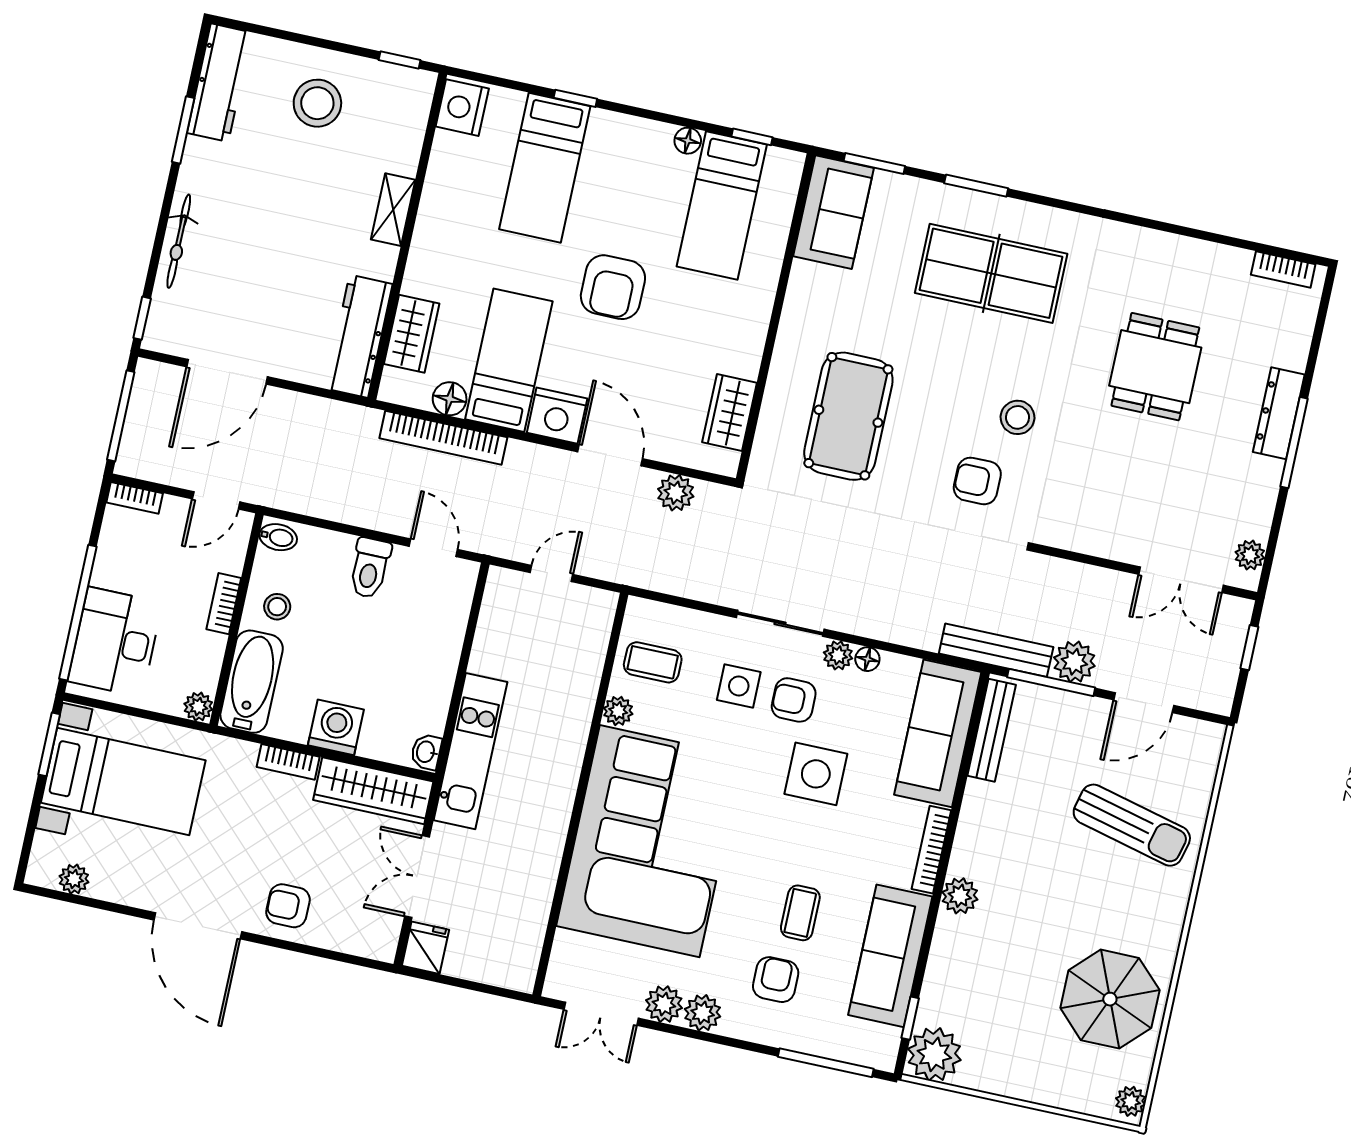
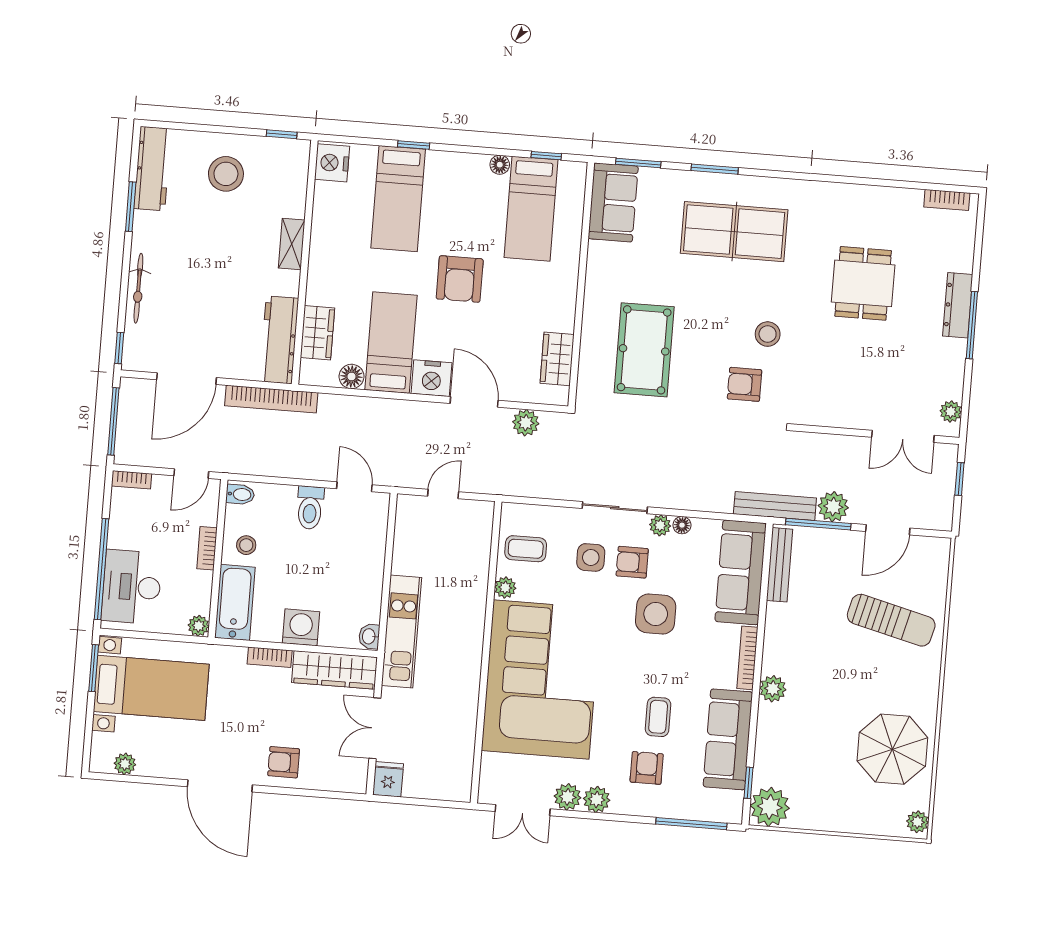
bookcase: (443, 438) -> (271, 399), moved

